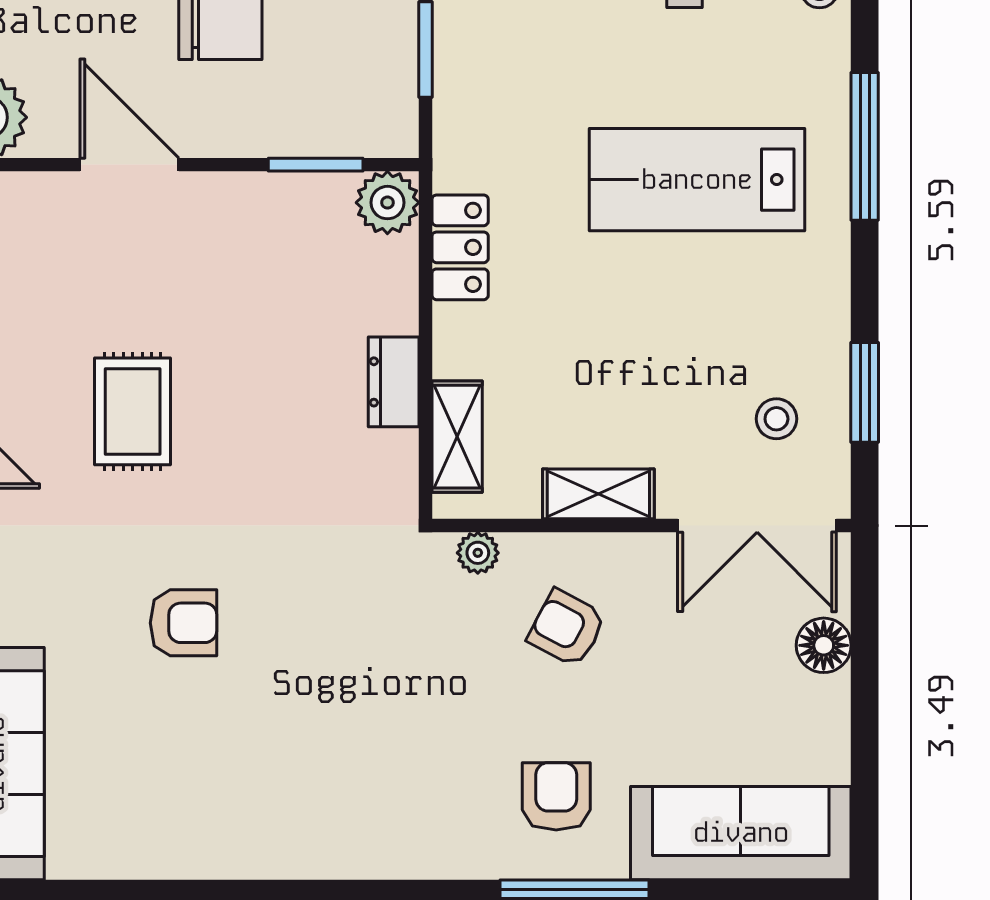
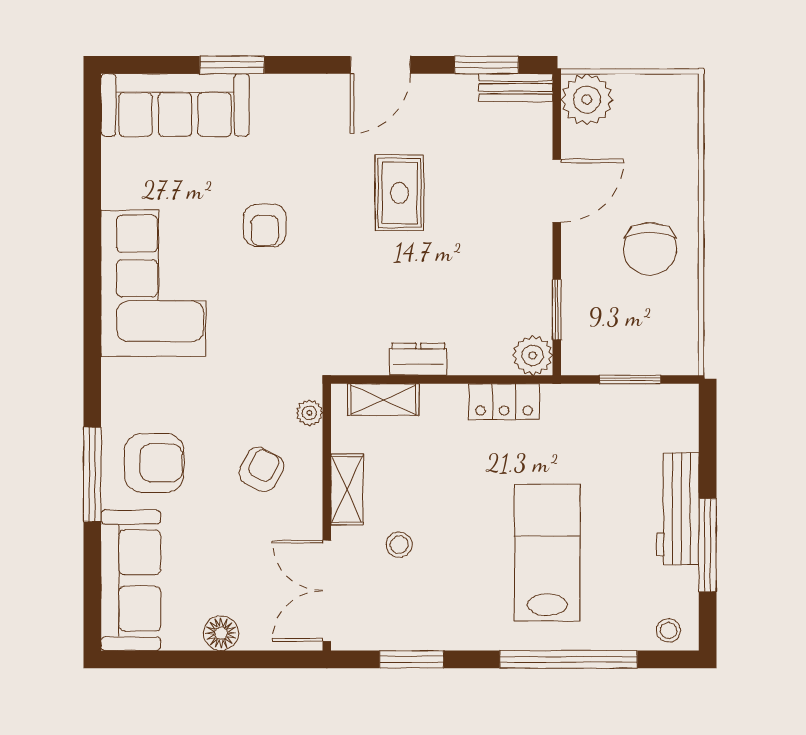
window: (865, 146) -> (568, 659), width x1.46
rug: (133, 411) -> (400, 193), turned 90
stool: (776, 419) -> (399, 545), moved
floor lamp: (824, 645) -> (221, 633), moved
armchair: (556, 796) -> (154, 463), width x1.38, depth x1.38
corner sofa: (274, 798) -> (153, 283), added

